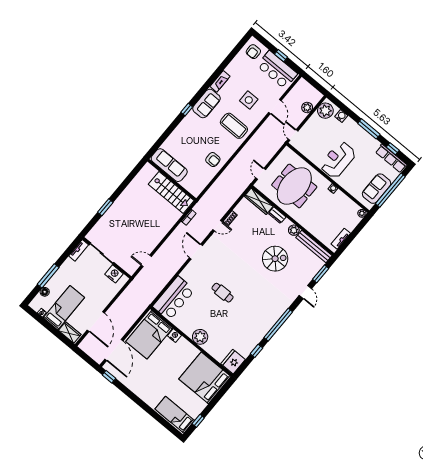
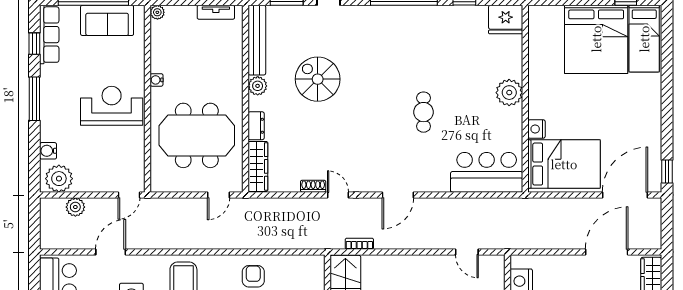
reception desk: (338, 160) -> (112, 106), turned 180
bed: (205, 378) -> (596, 39), moved

